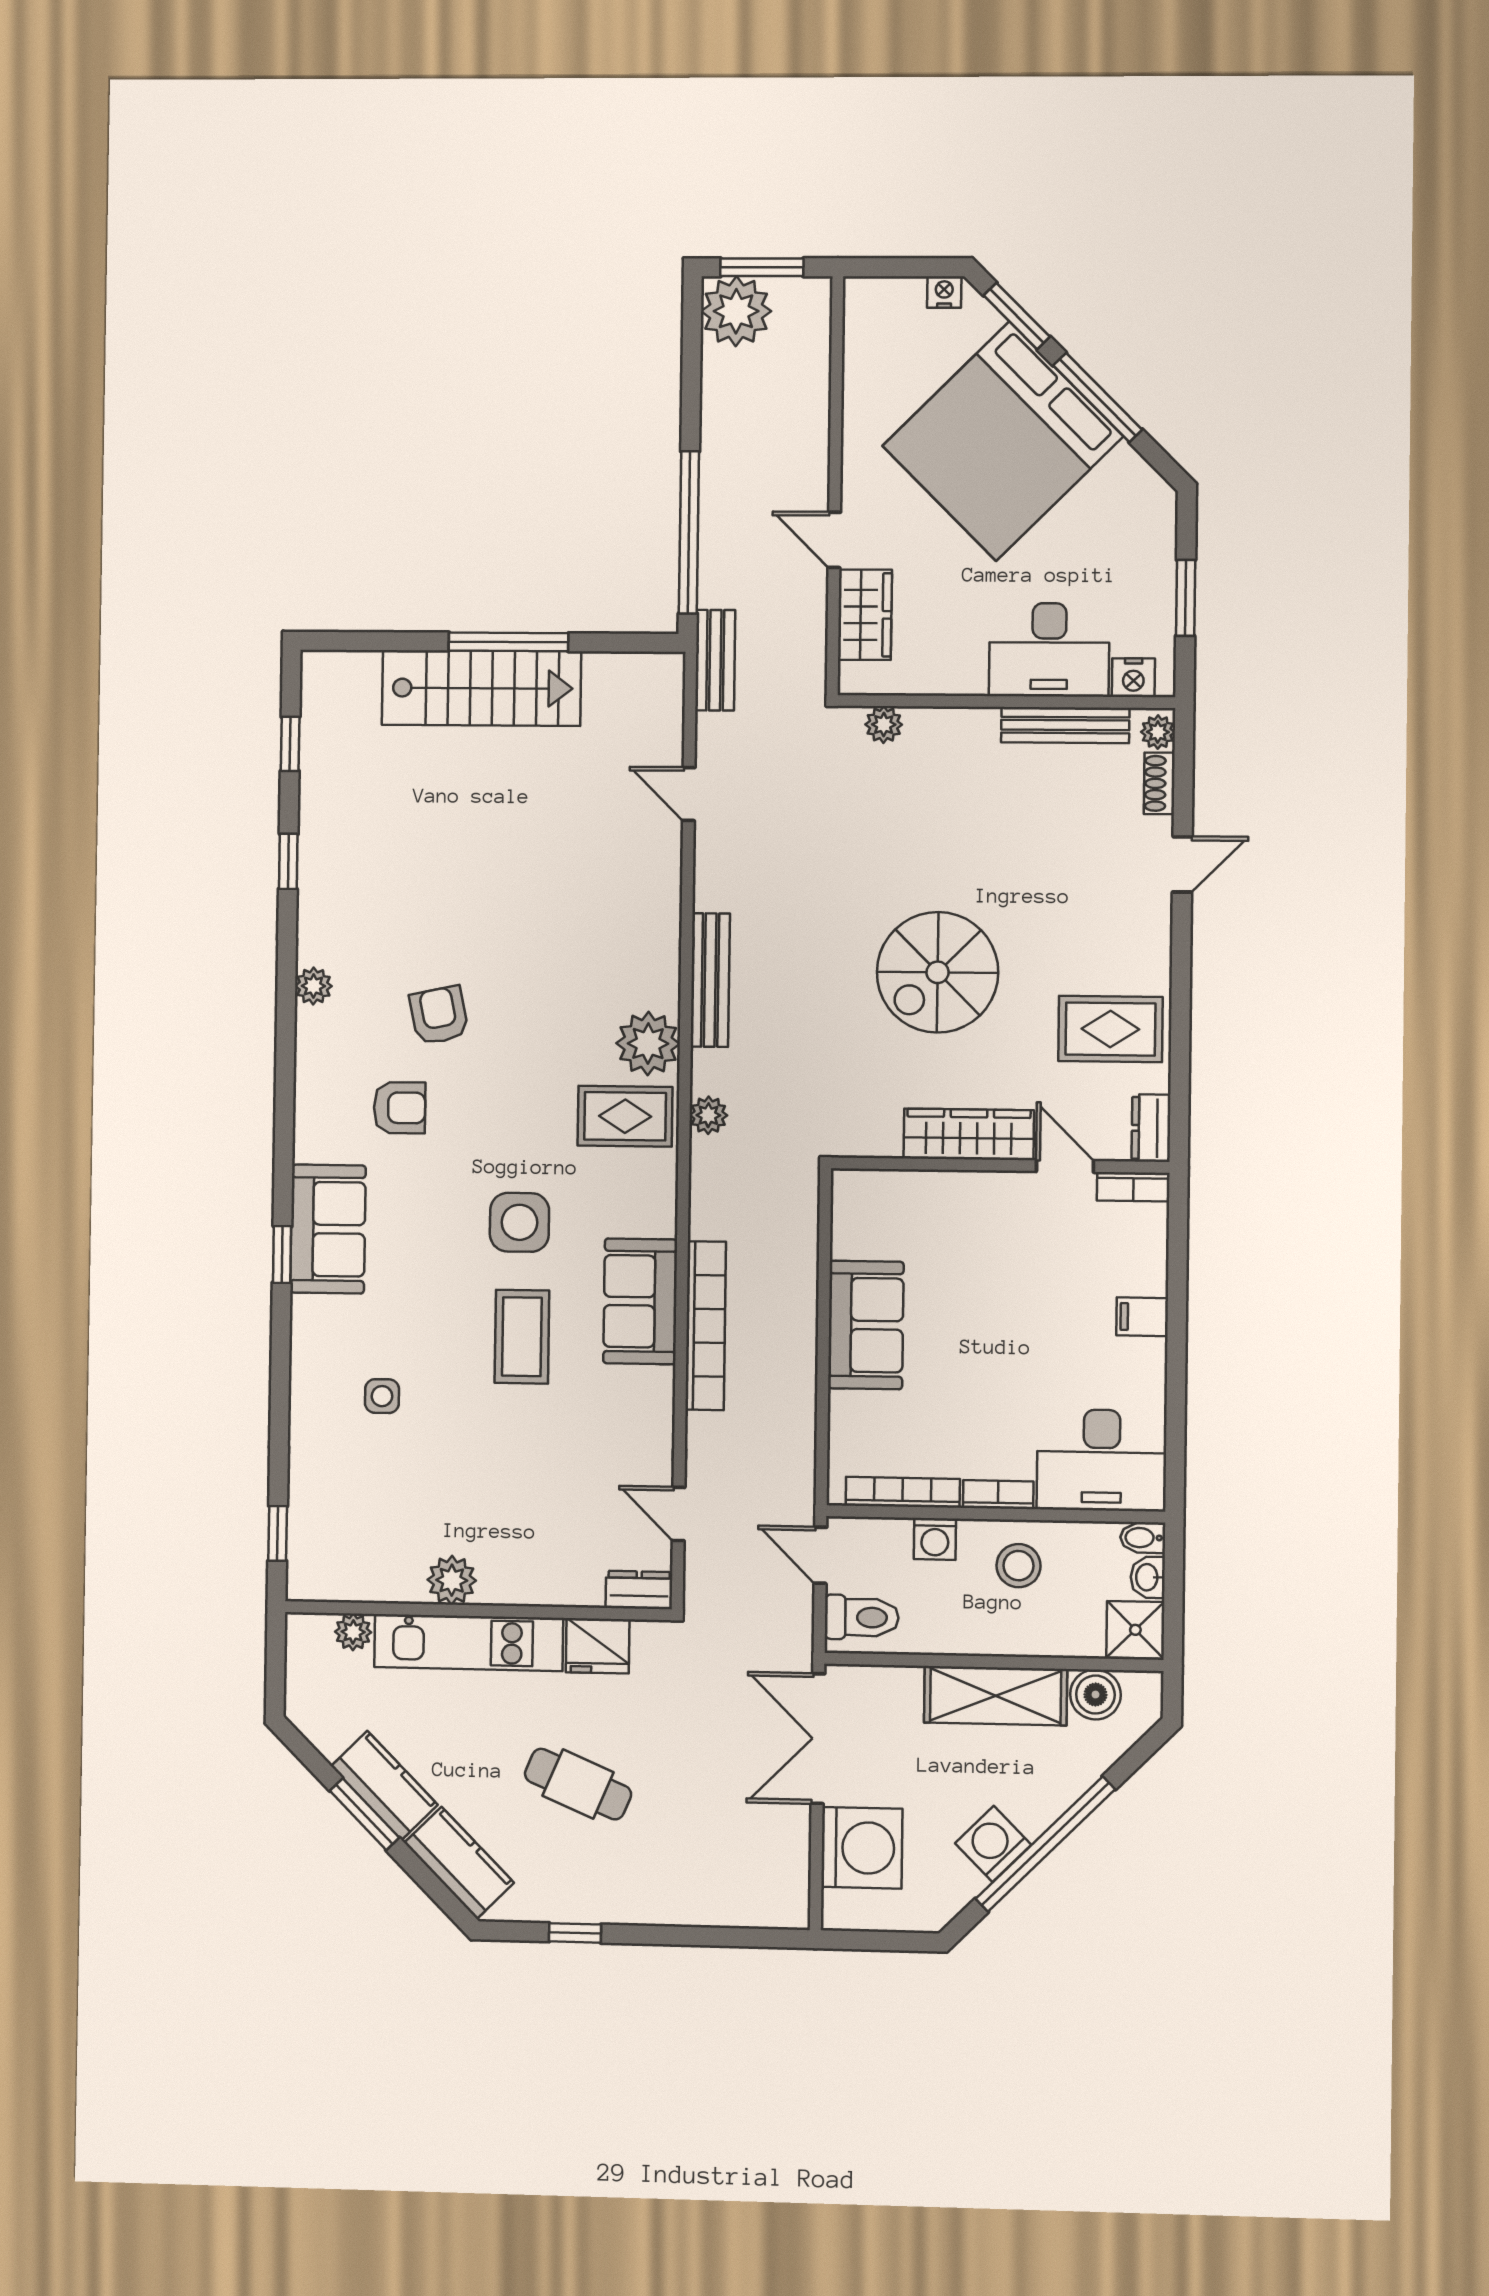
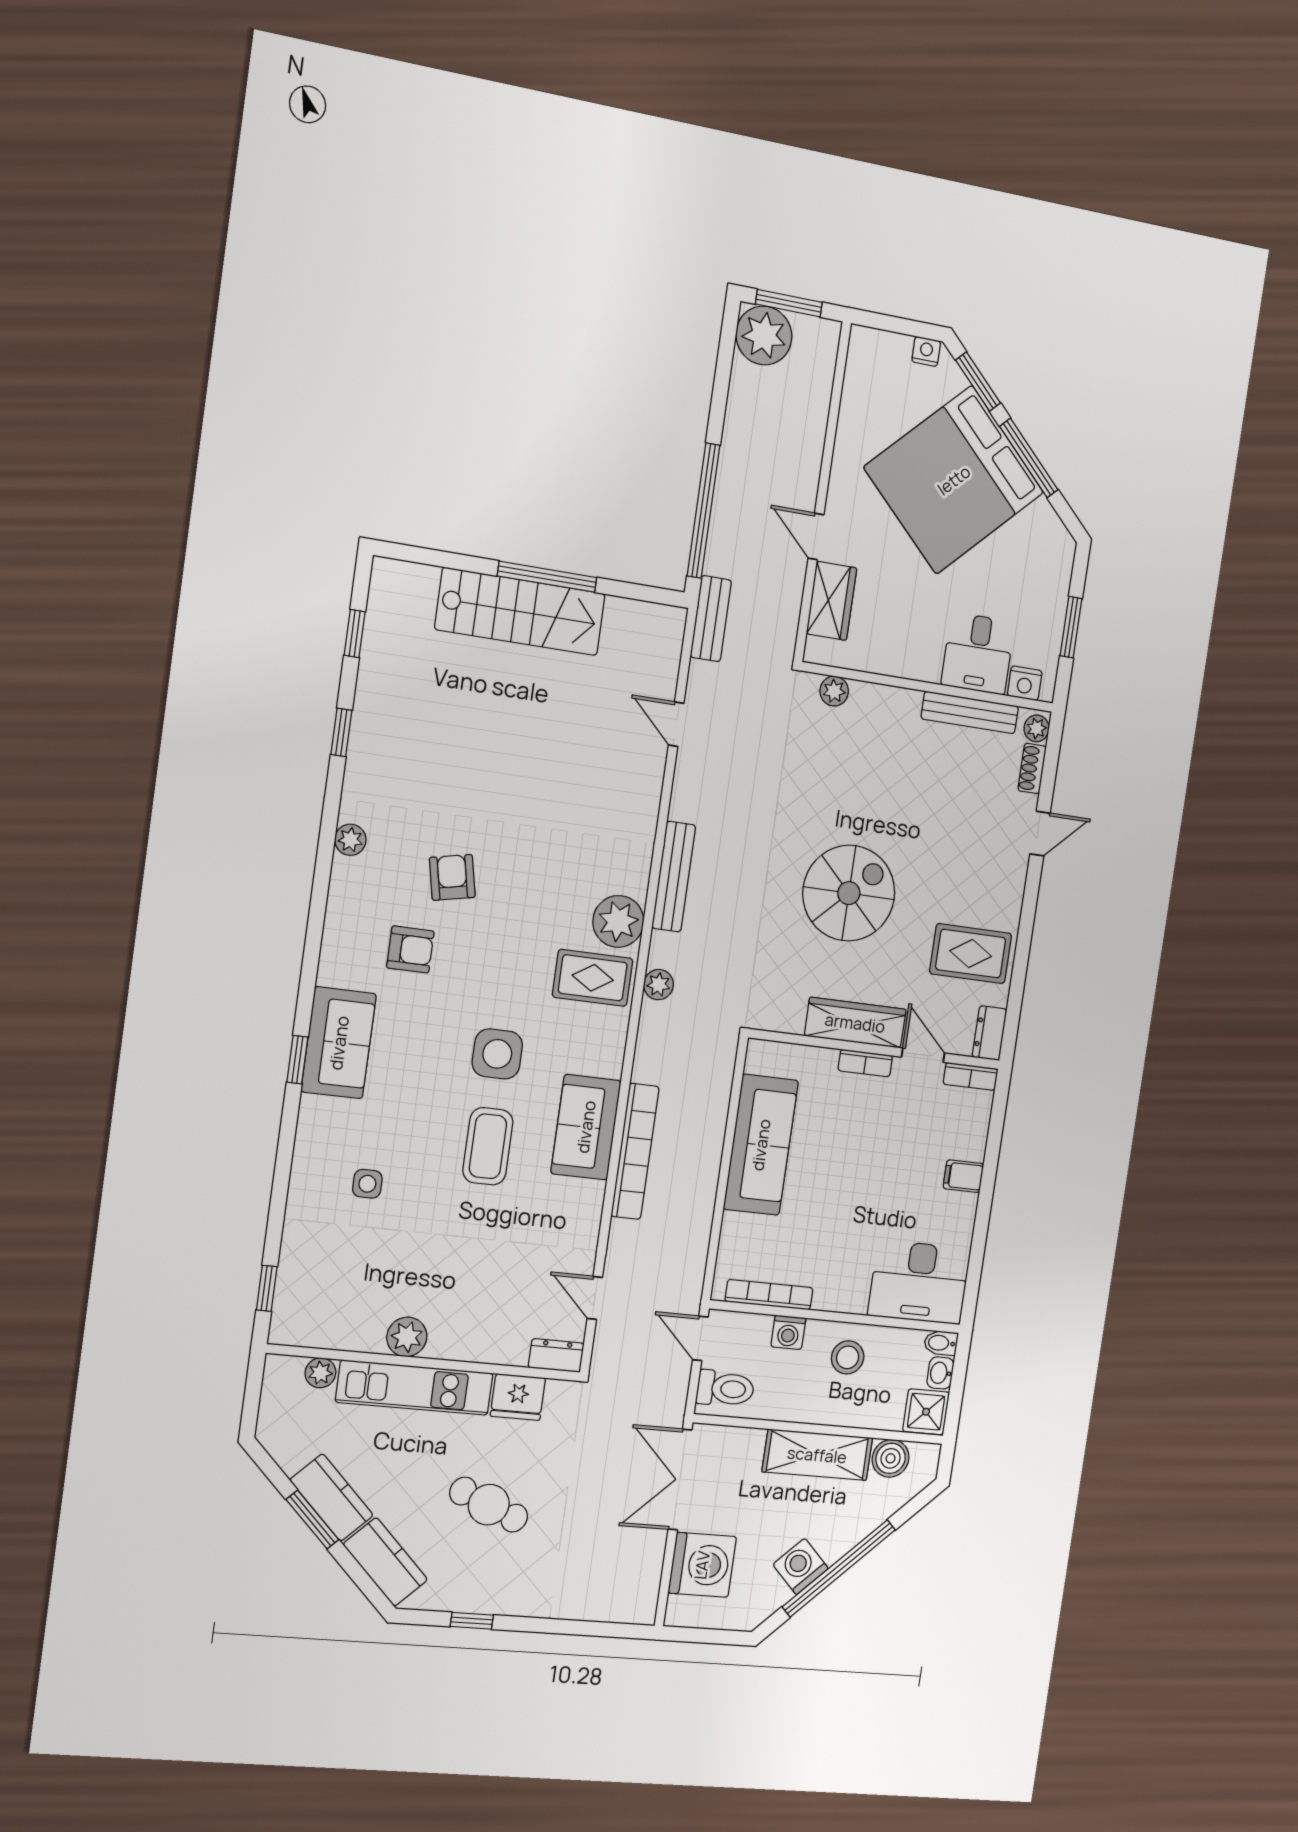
desk: (1049, 650) -> (978, 653), width x0.73
spiral stairs: (938, 972) -> (849, 893), turned 180
sofa: (866, 1325) -> (761, 1145), width x1.36
bookcase: (998, 1495) -> (865, 1063), moved, turned 180

